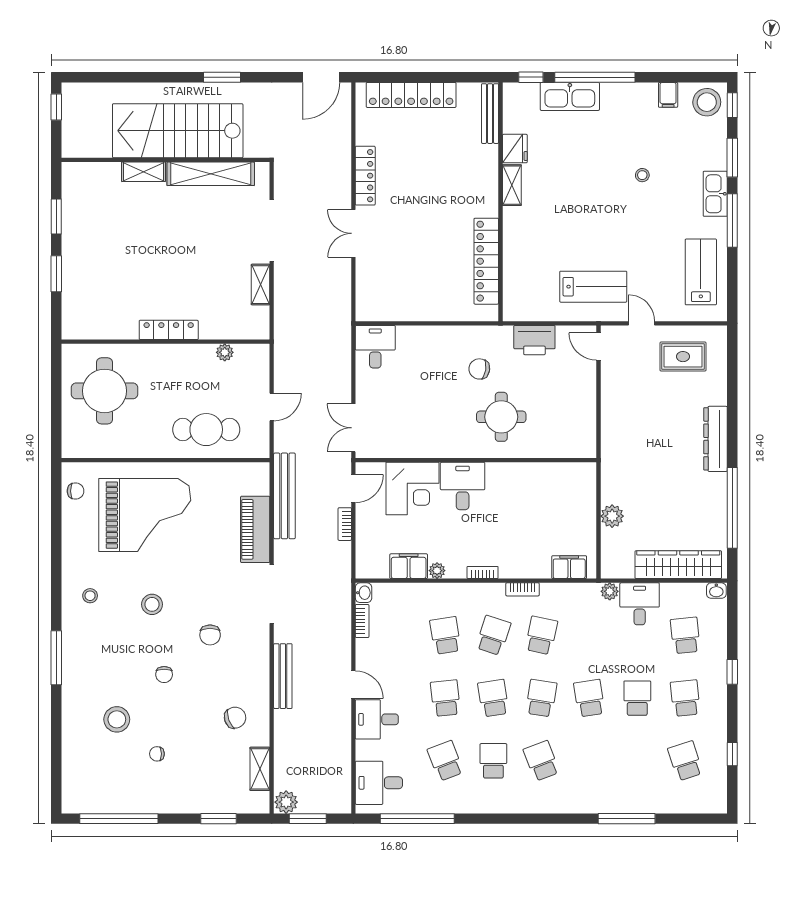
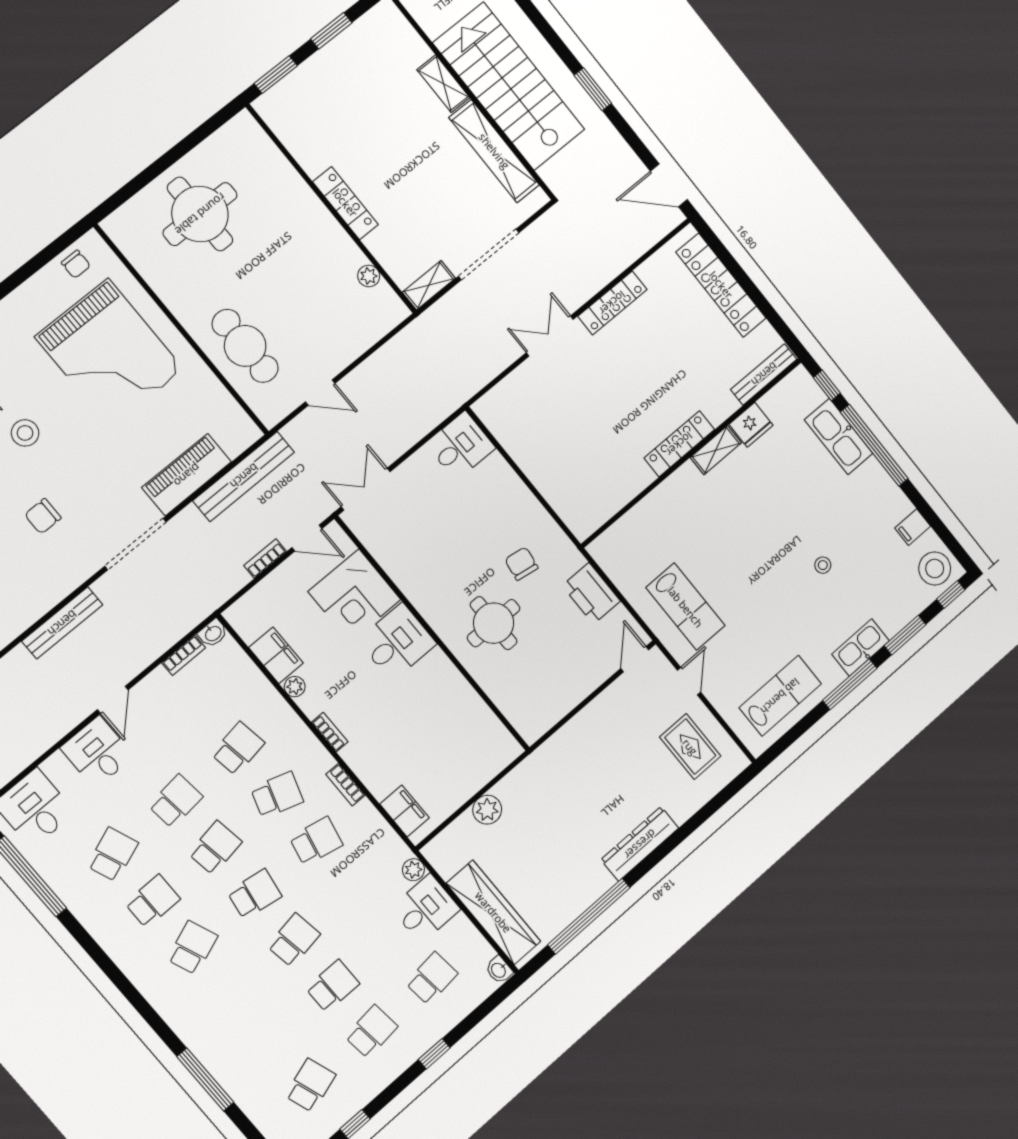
locker: (486, 261) -> (679, 444), moved, width x0.71, depth x0.83
locker: (169, 330) -> (345, 203), moved
wall: (165, 342) -> (332, 209), moved
plant: (225, 352) -> (369, 276), moved

